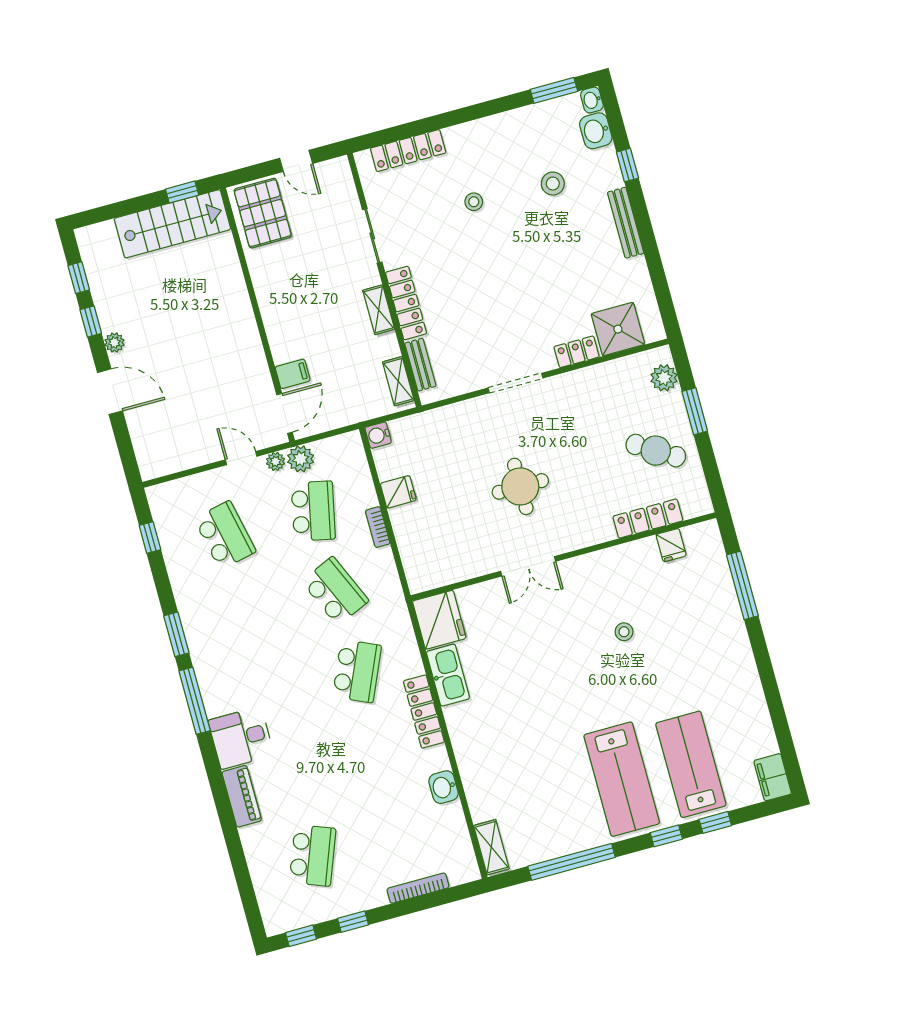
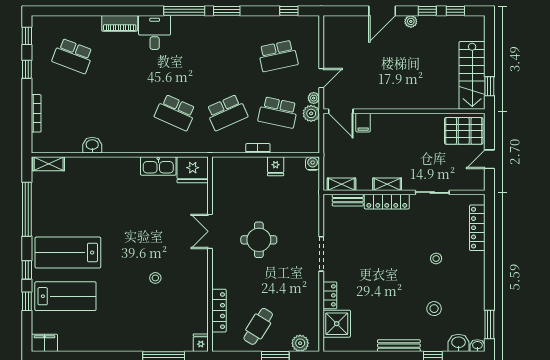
fridge: (671, 545) -> (201, 343), moved, turned 90
locker: (424, 712) -> (140, 146), removed

